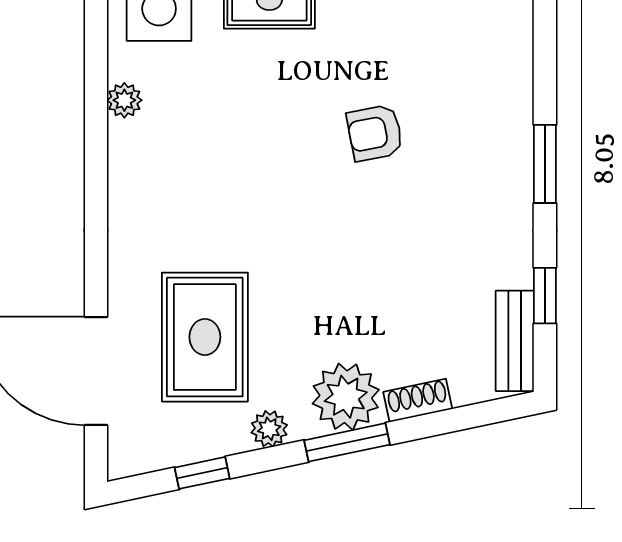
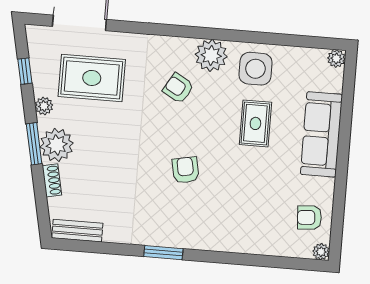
plant: (124, 100) -> (211, 55), width x1.87, depth x1.87
armchair: (211, 161) -> (178, 88), added
window: (545, 296) -> (98, 247), removed

